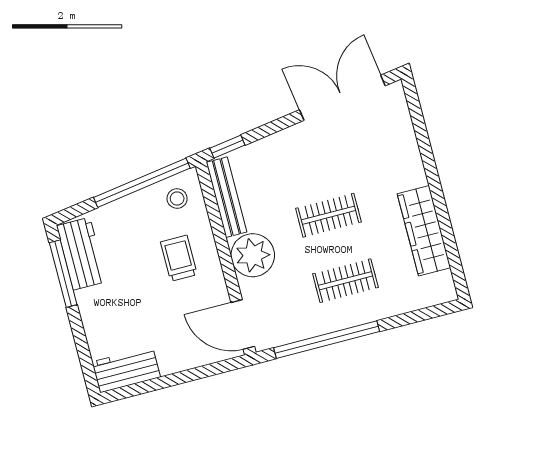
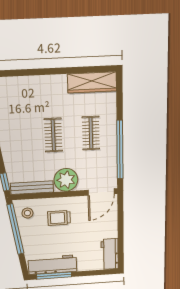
wardrobe: (424, 231) -> (92, 82), moved
workbench: (82, 254) -> (53, 265), width x1.37

